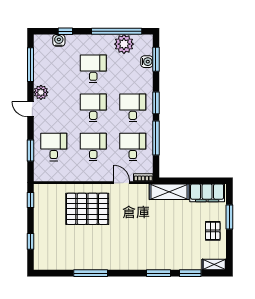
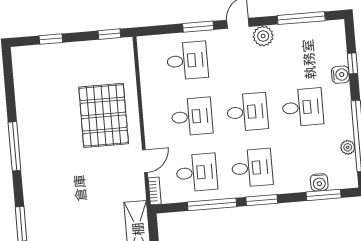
water cooler: (59, 40) -> (340, 75), moved
plant: (124, 44) -> (348, 147), width x0.53, depth x0.53
window: (31, 150) -> (198, 27), moved
window: (91, 273) -> (14, 146), moved

